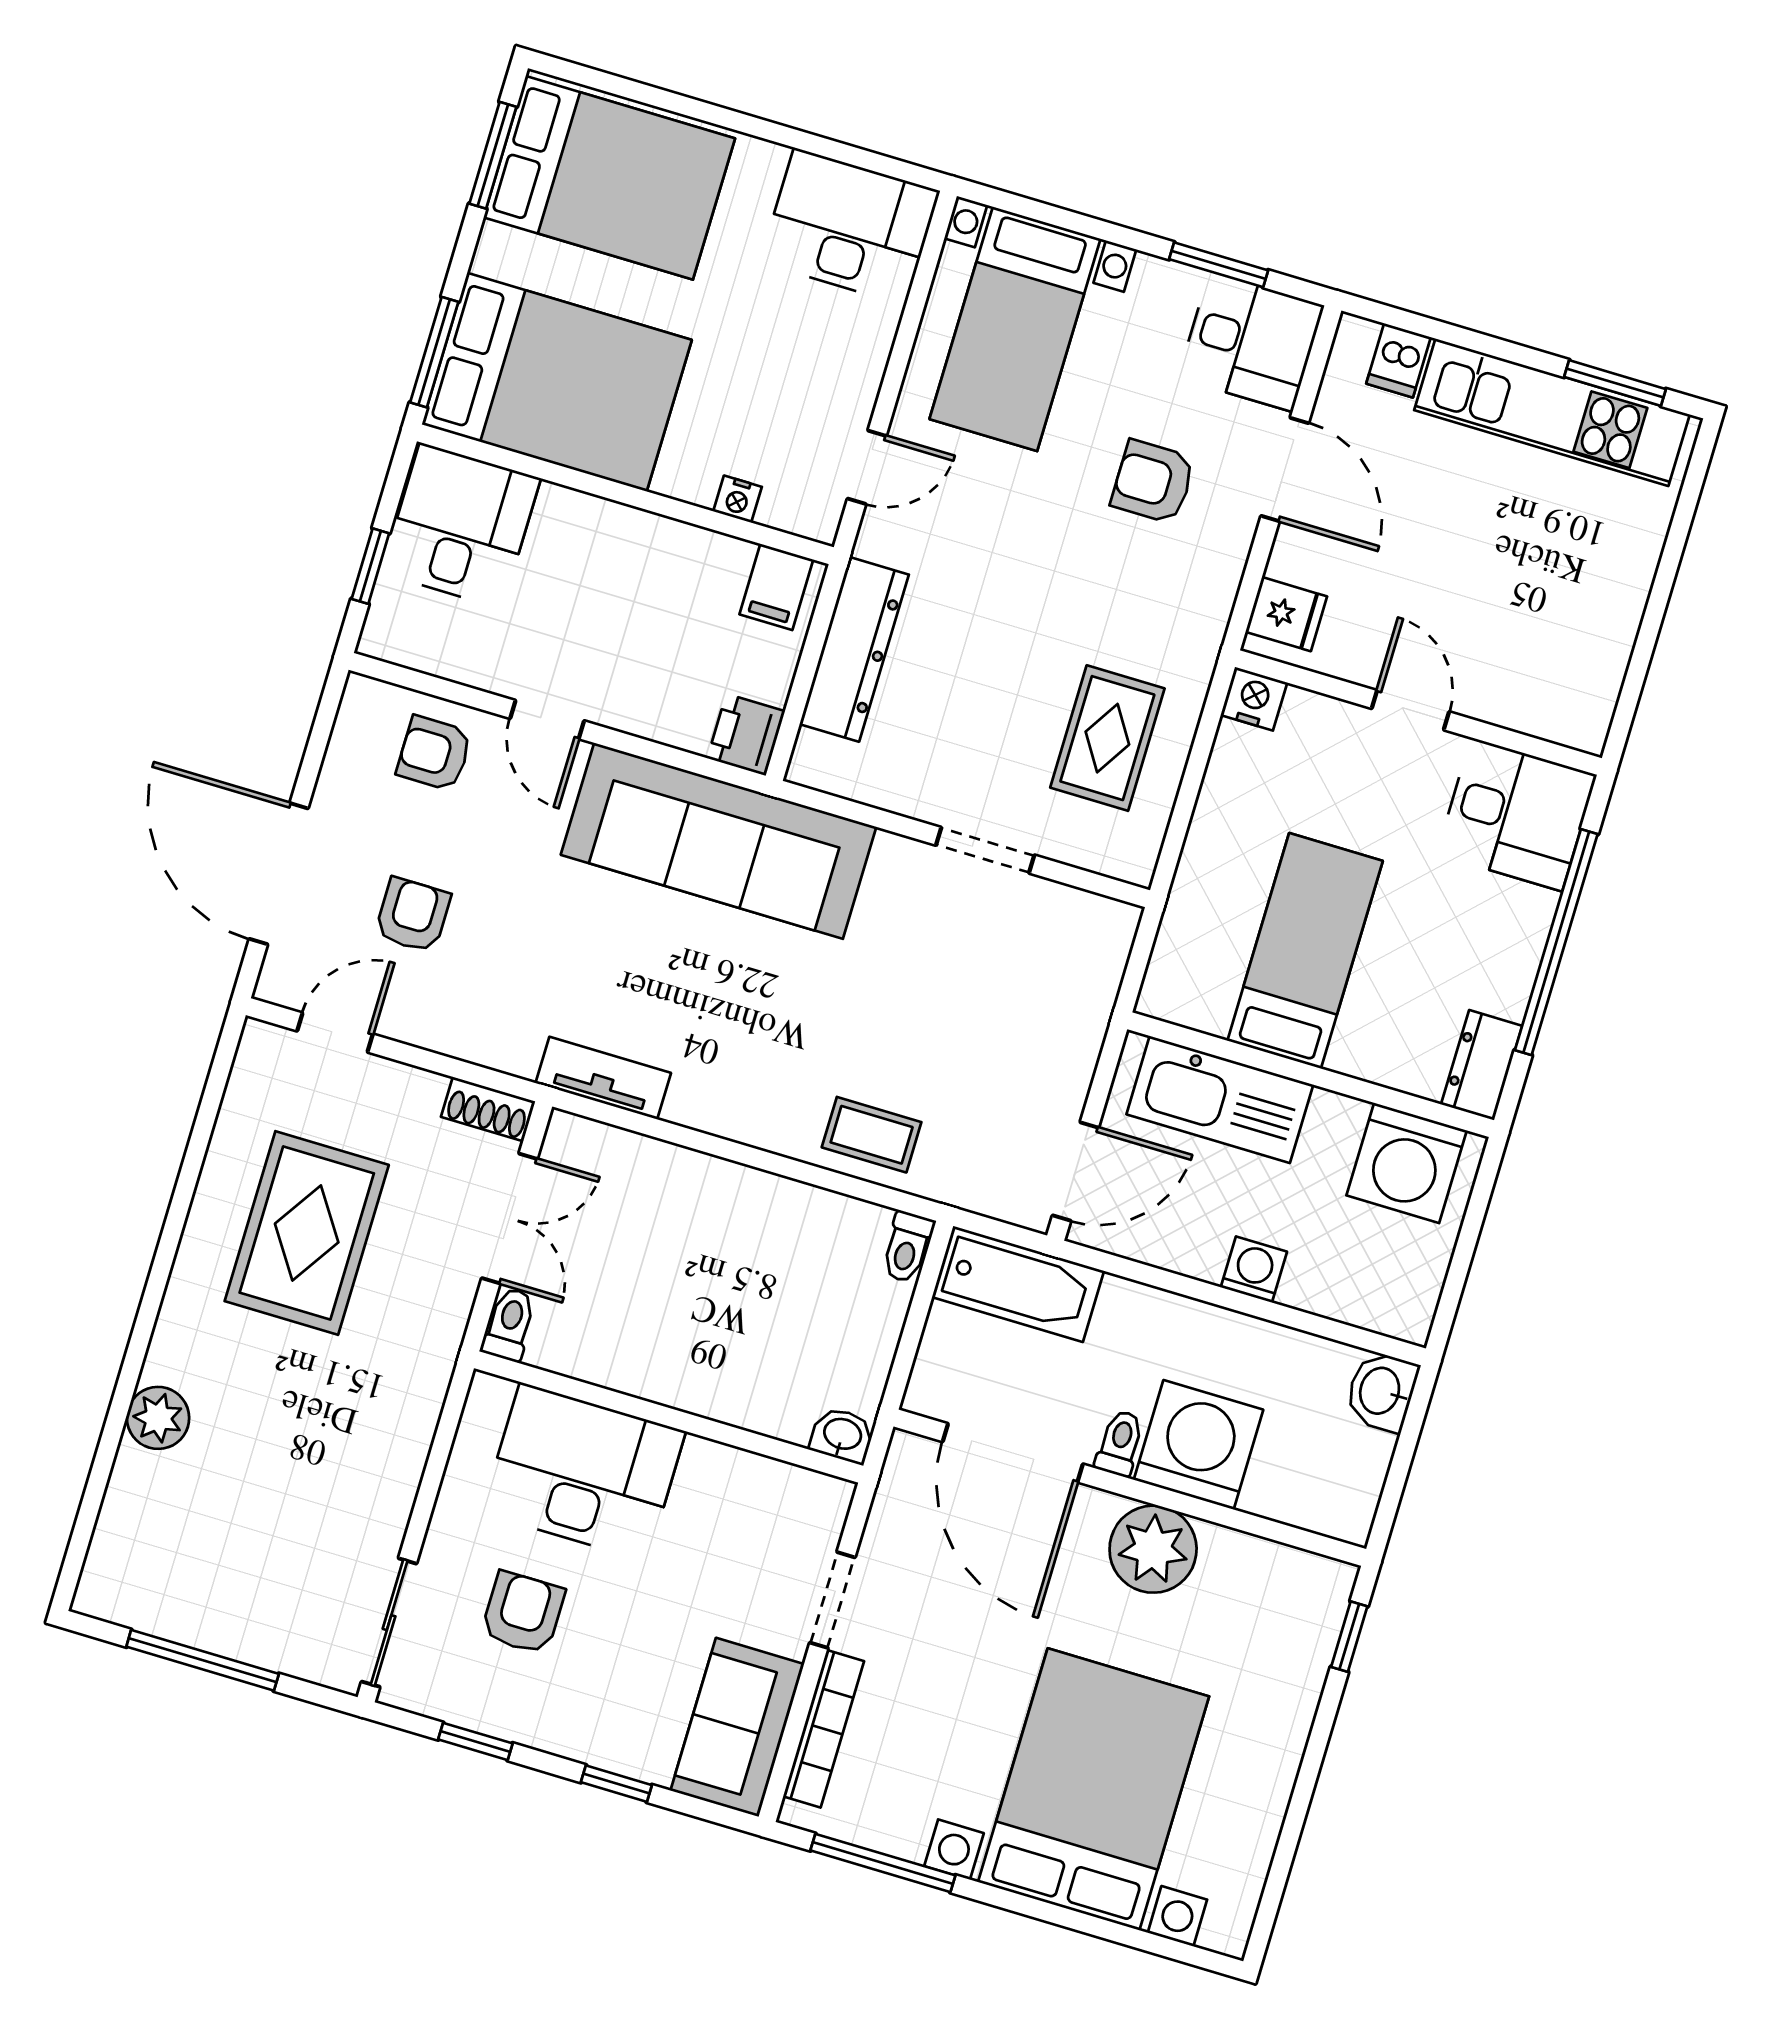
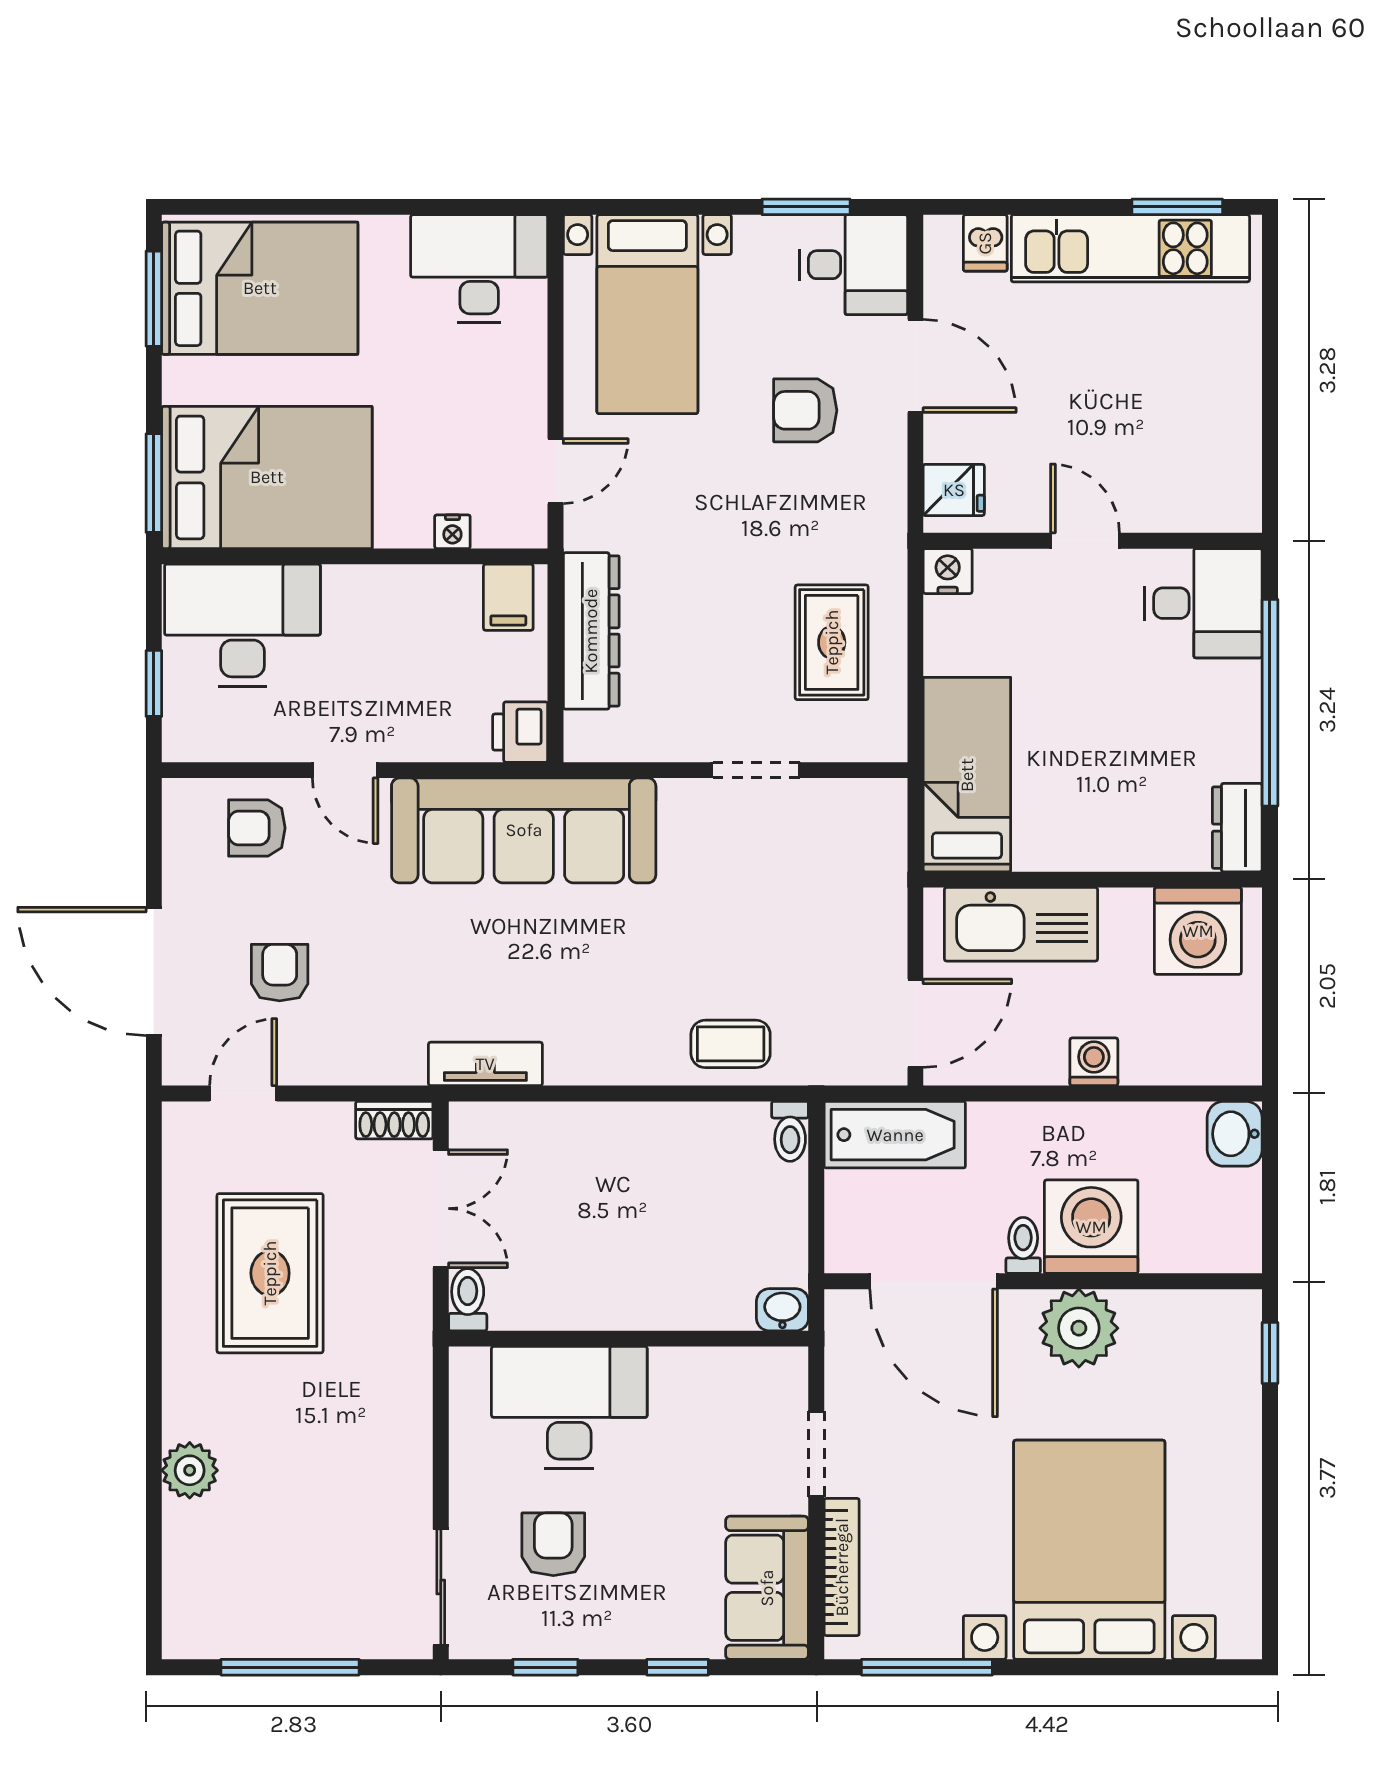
desk: (461, 526) -> (242, 625), width x1.37
bed: (1305, 951) -> (967, 775), moved

